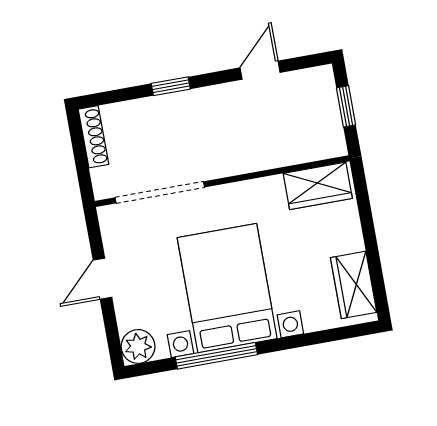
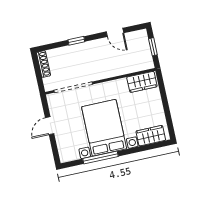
door: (260, 70) -> (115, 32), swing flipped
wardrobe: (354, 285) -> (151, 136), moved, turned 90
plant: (138, 346) -> (66, 155), removed

